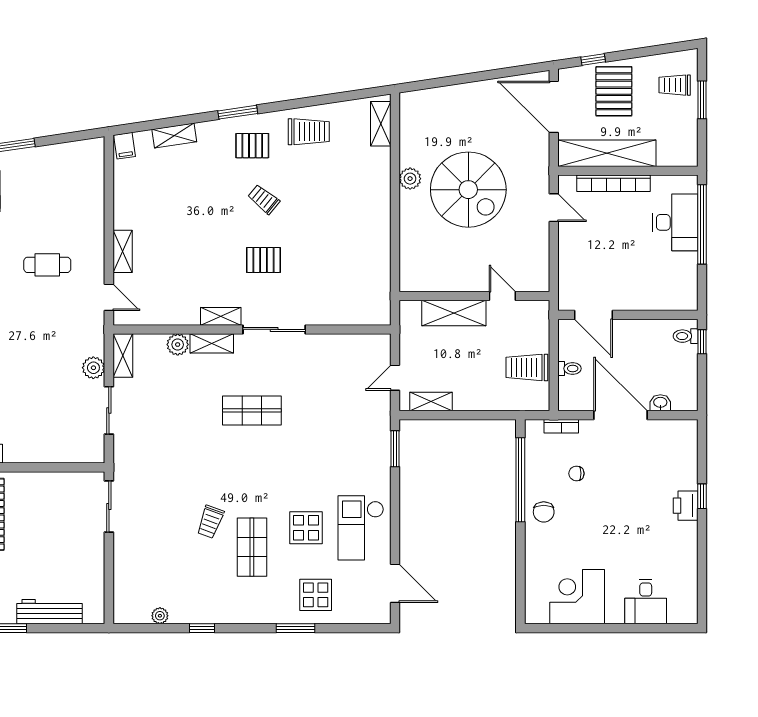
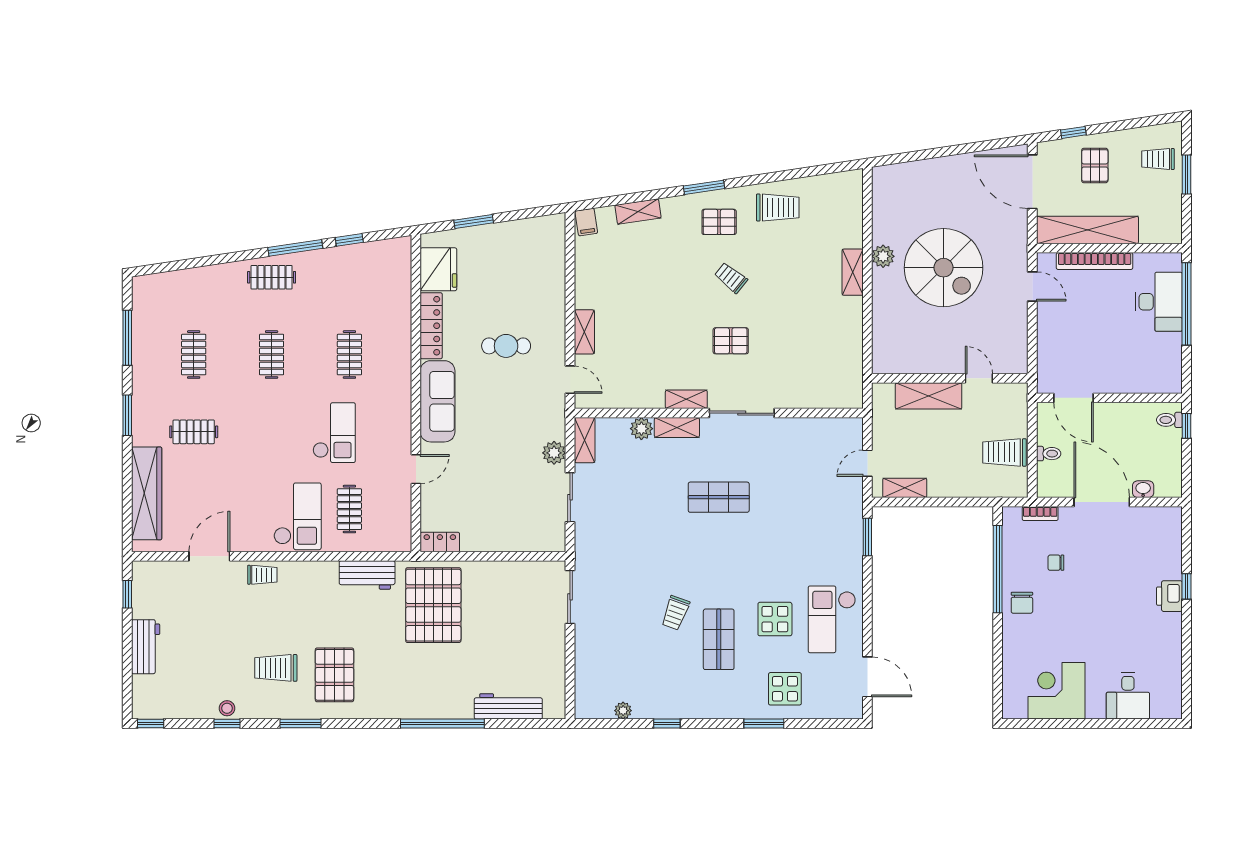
pallet: (614, 91) -> (1095, 165), width x0.67, depth x0.71
shelving: (381, 124) -> (853, 272), moved

